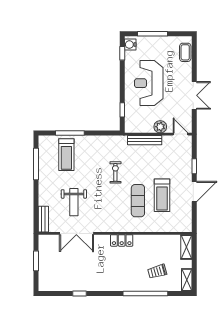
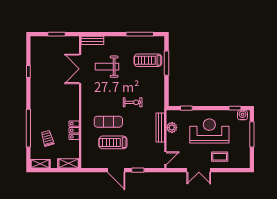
coffee table: (185, 52) -> (220, 157), moved
plant: (160, 127) -> (172, 128), moved
locker: (122, 240) -> (74, 130), moved

